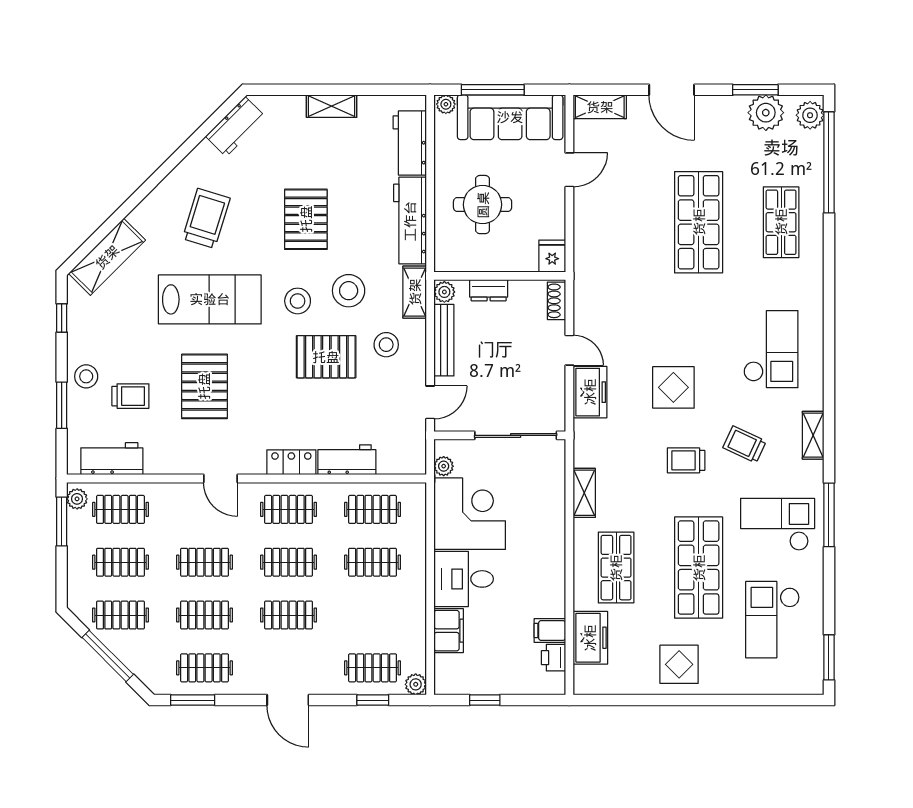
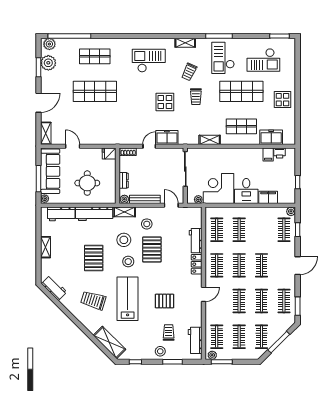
pallet: (306, 219) -> (94, 258), turned 90
pallet: (204, 386) -> (164, 301), width x0.67, depth x0.71

